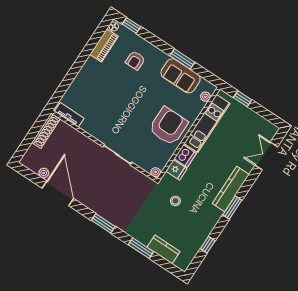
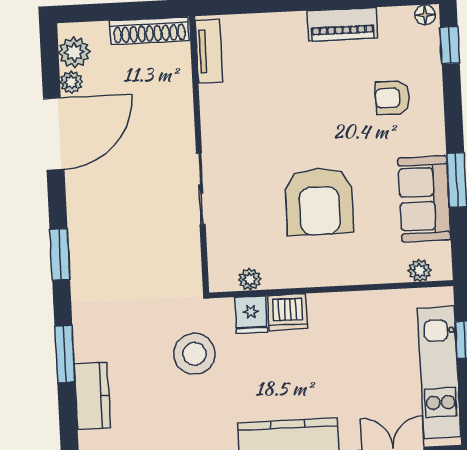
piano: (104, 45) -> (342, 24), moved
kitchen unit: (207, 123) -> (439, 372), moved, turned 90
armchair: (168, 126) -> (319, 201), moved, turned 90
plant: (34, 164) -> (74, 52), added
plant: (156, 172) -> (250, 279), moved
stool: (175, 201) -> (194, 354), width x1.89, depth x1.89

